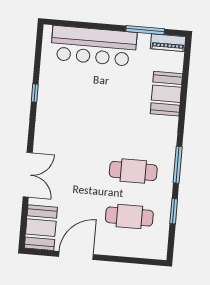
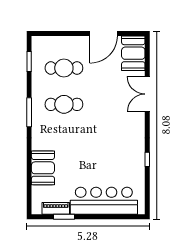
window: (145, 30) -> (64, 217), width x0.69
piano: (168, 43) -> (56, 208), moved
window: (174, 211) -> (29, 61), moved

